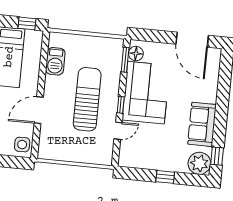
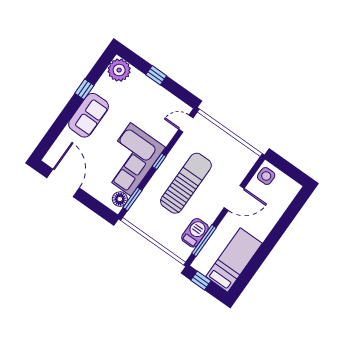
window: (44, 59) -> (204, 241), added
sun lounger: (87, 99) -> (186, 183), turned 180
sofa: (202, 124) -> (89, 115), moved
door: (118, 131) -> (186, 124), moved
window: (217, 156) -> (84, 89), moved

